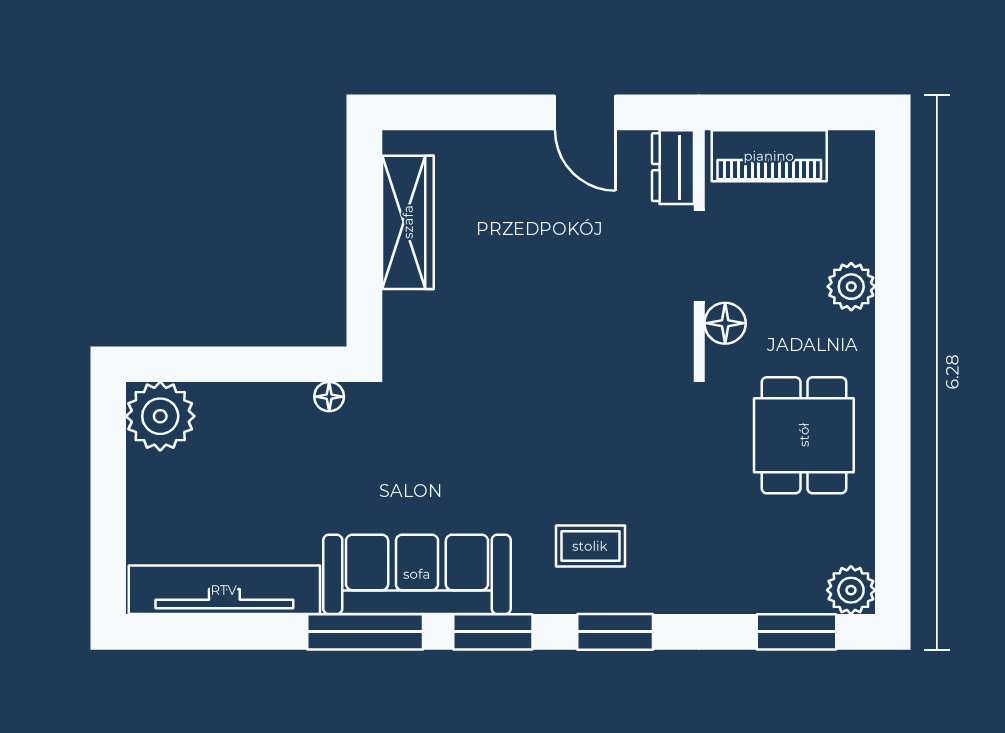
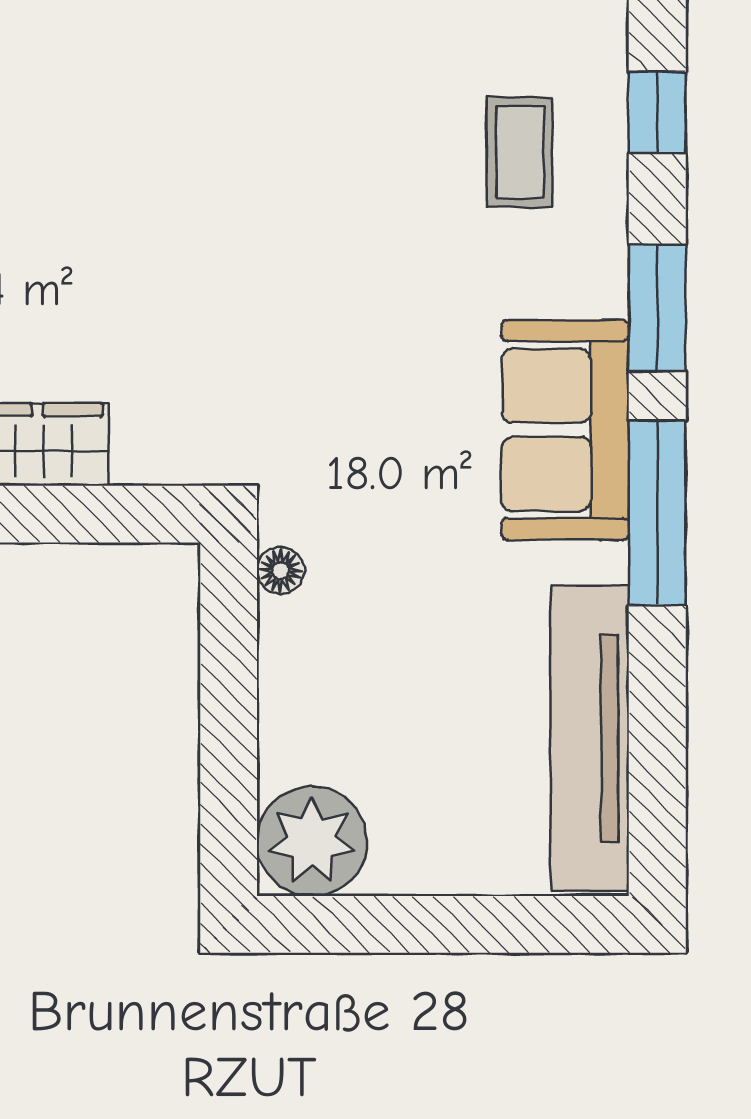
sofa: (417, 574) -> (565, 430), width x0.73
window: (615, 632) -> (657, 112), width x0.67

